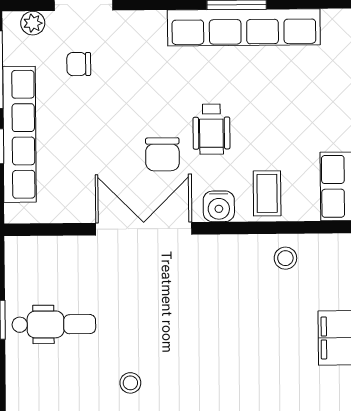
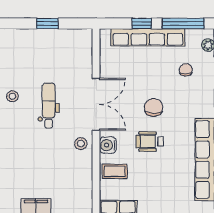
chair: (162, 154) -> (153, 107), moved, turned 90
stool: (285, 258) -> (81, 144), moved
dental chair: (54, 324) -> (49, 106), moved, turned 180

